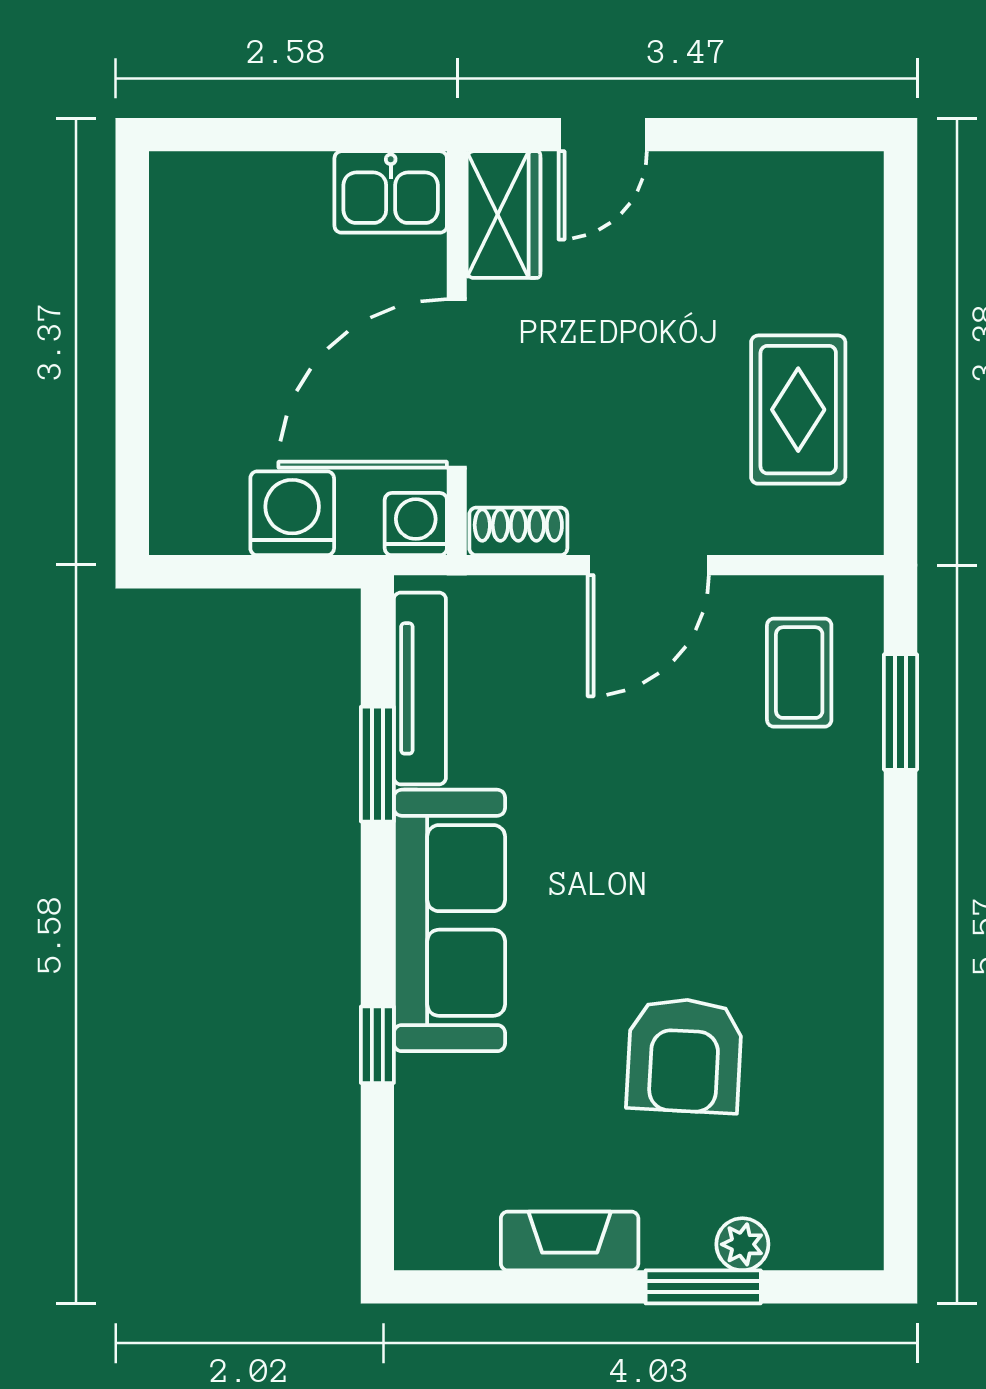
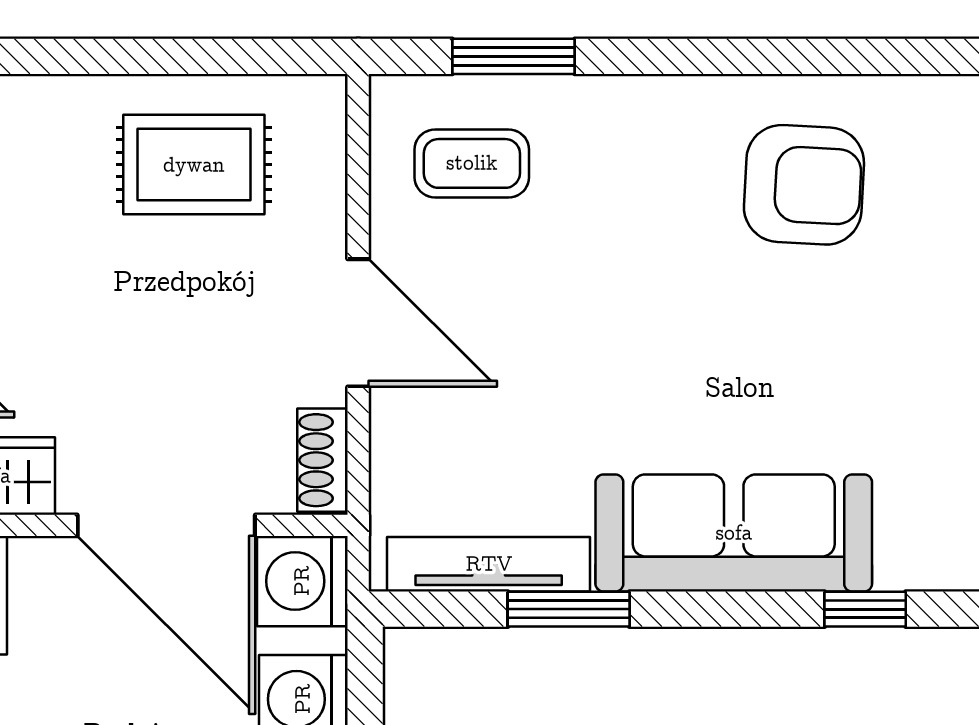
washing machine: (416, 524) -> (302, 581), width x1.38, depth x1.38
armchair: (684, 1055) -> (804, 185), moved

